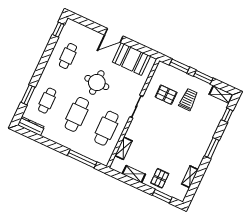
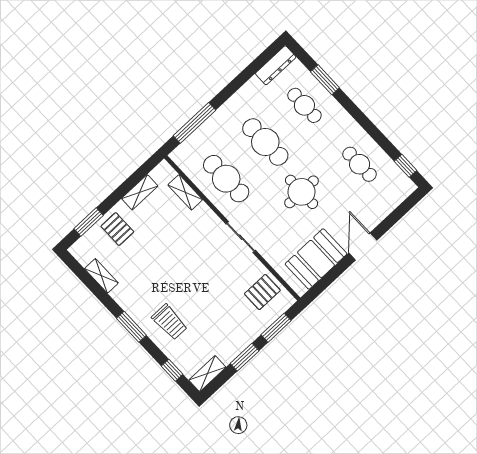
pallet: (166, 95) -> (262, 292), moved
trolley: (188, 99) -> (169, 322), moved

